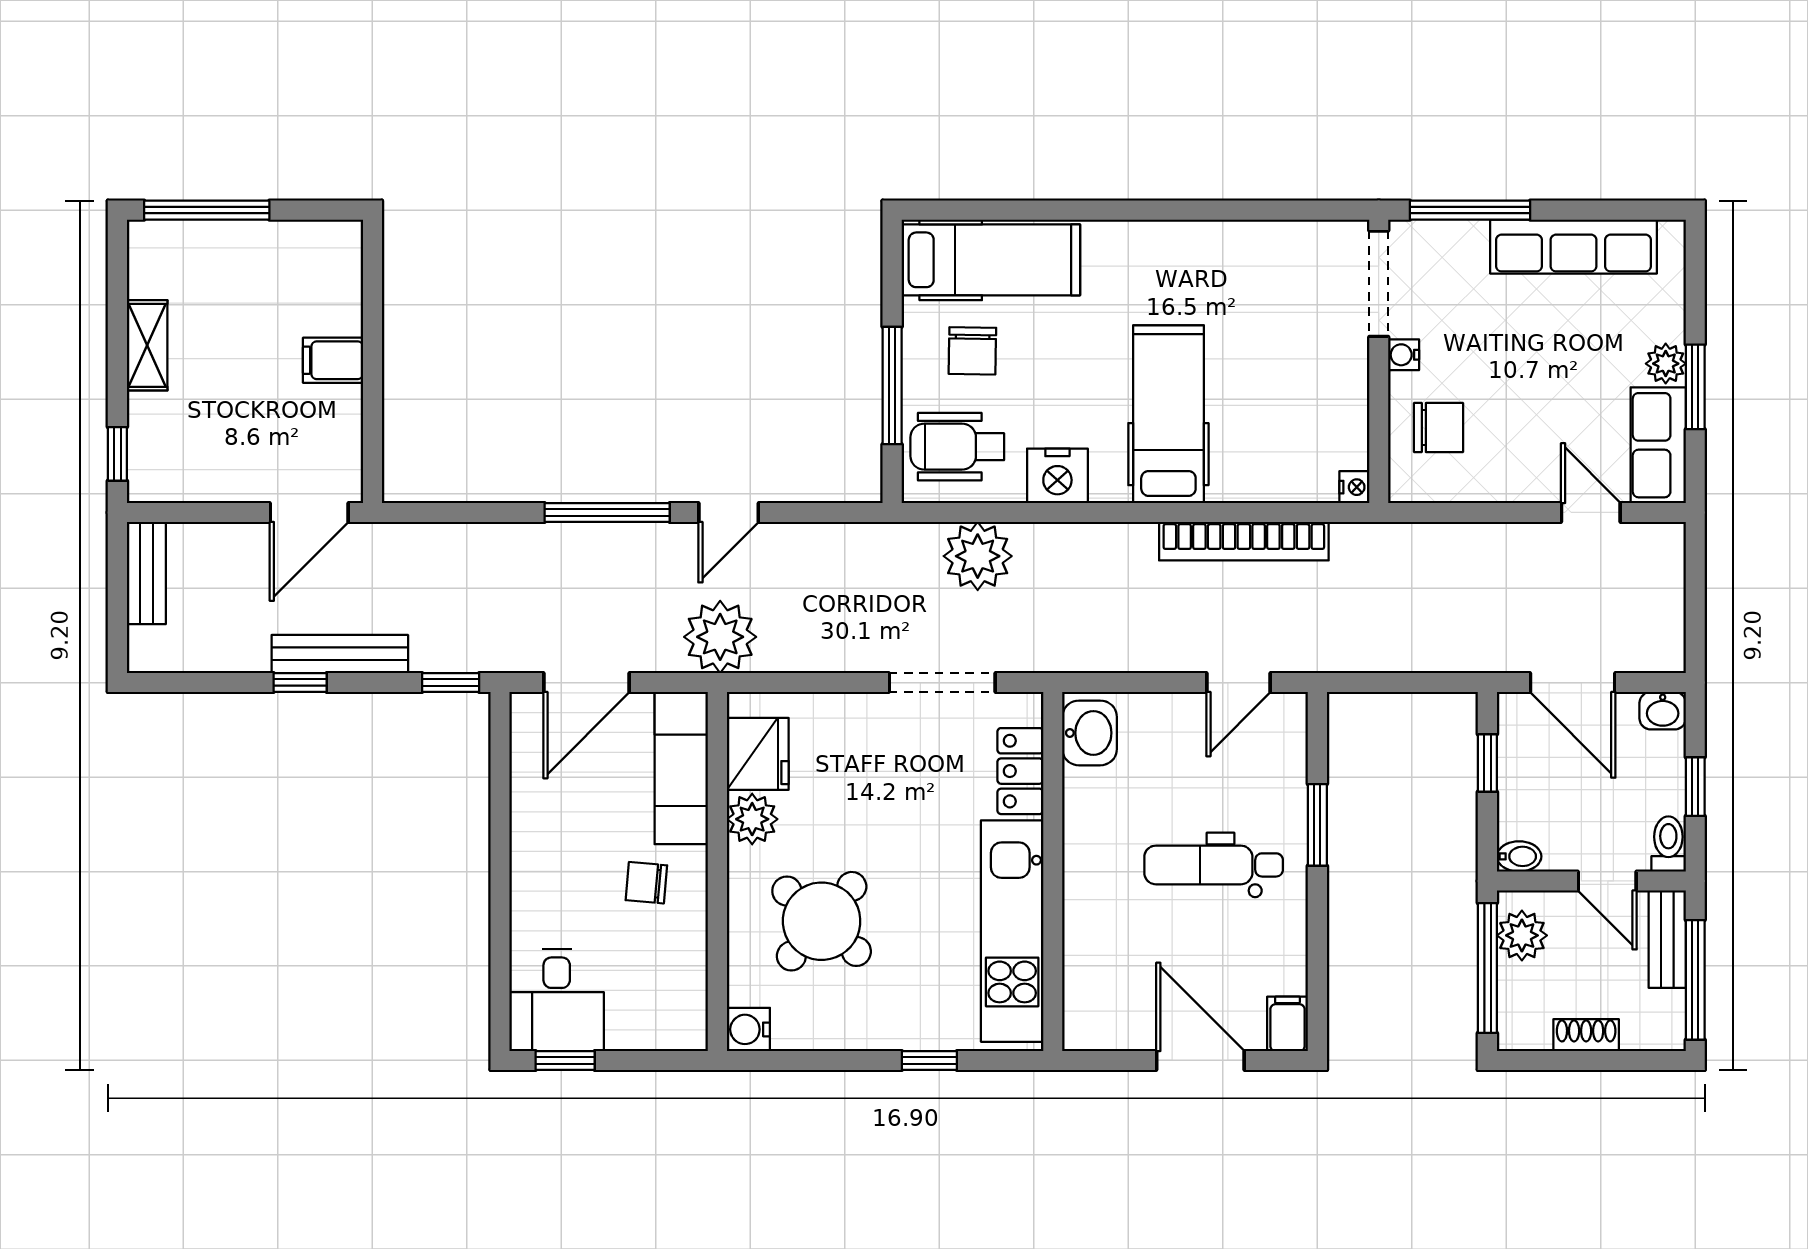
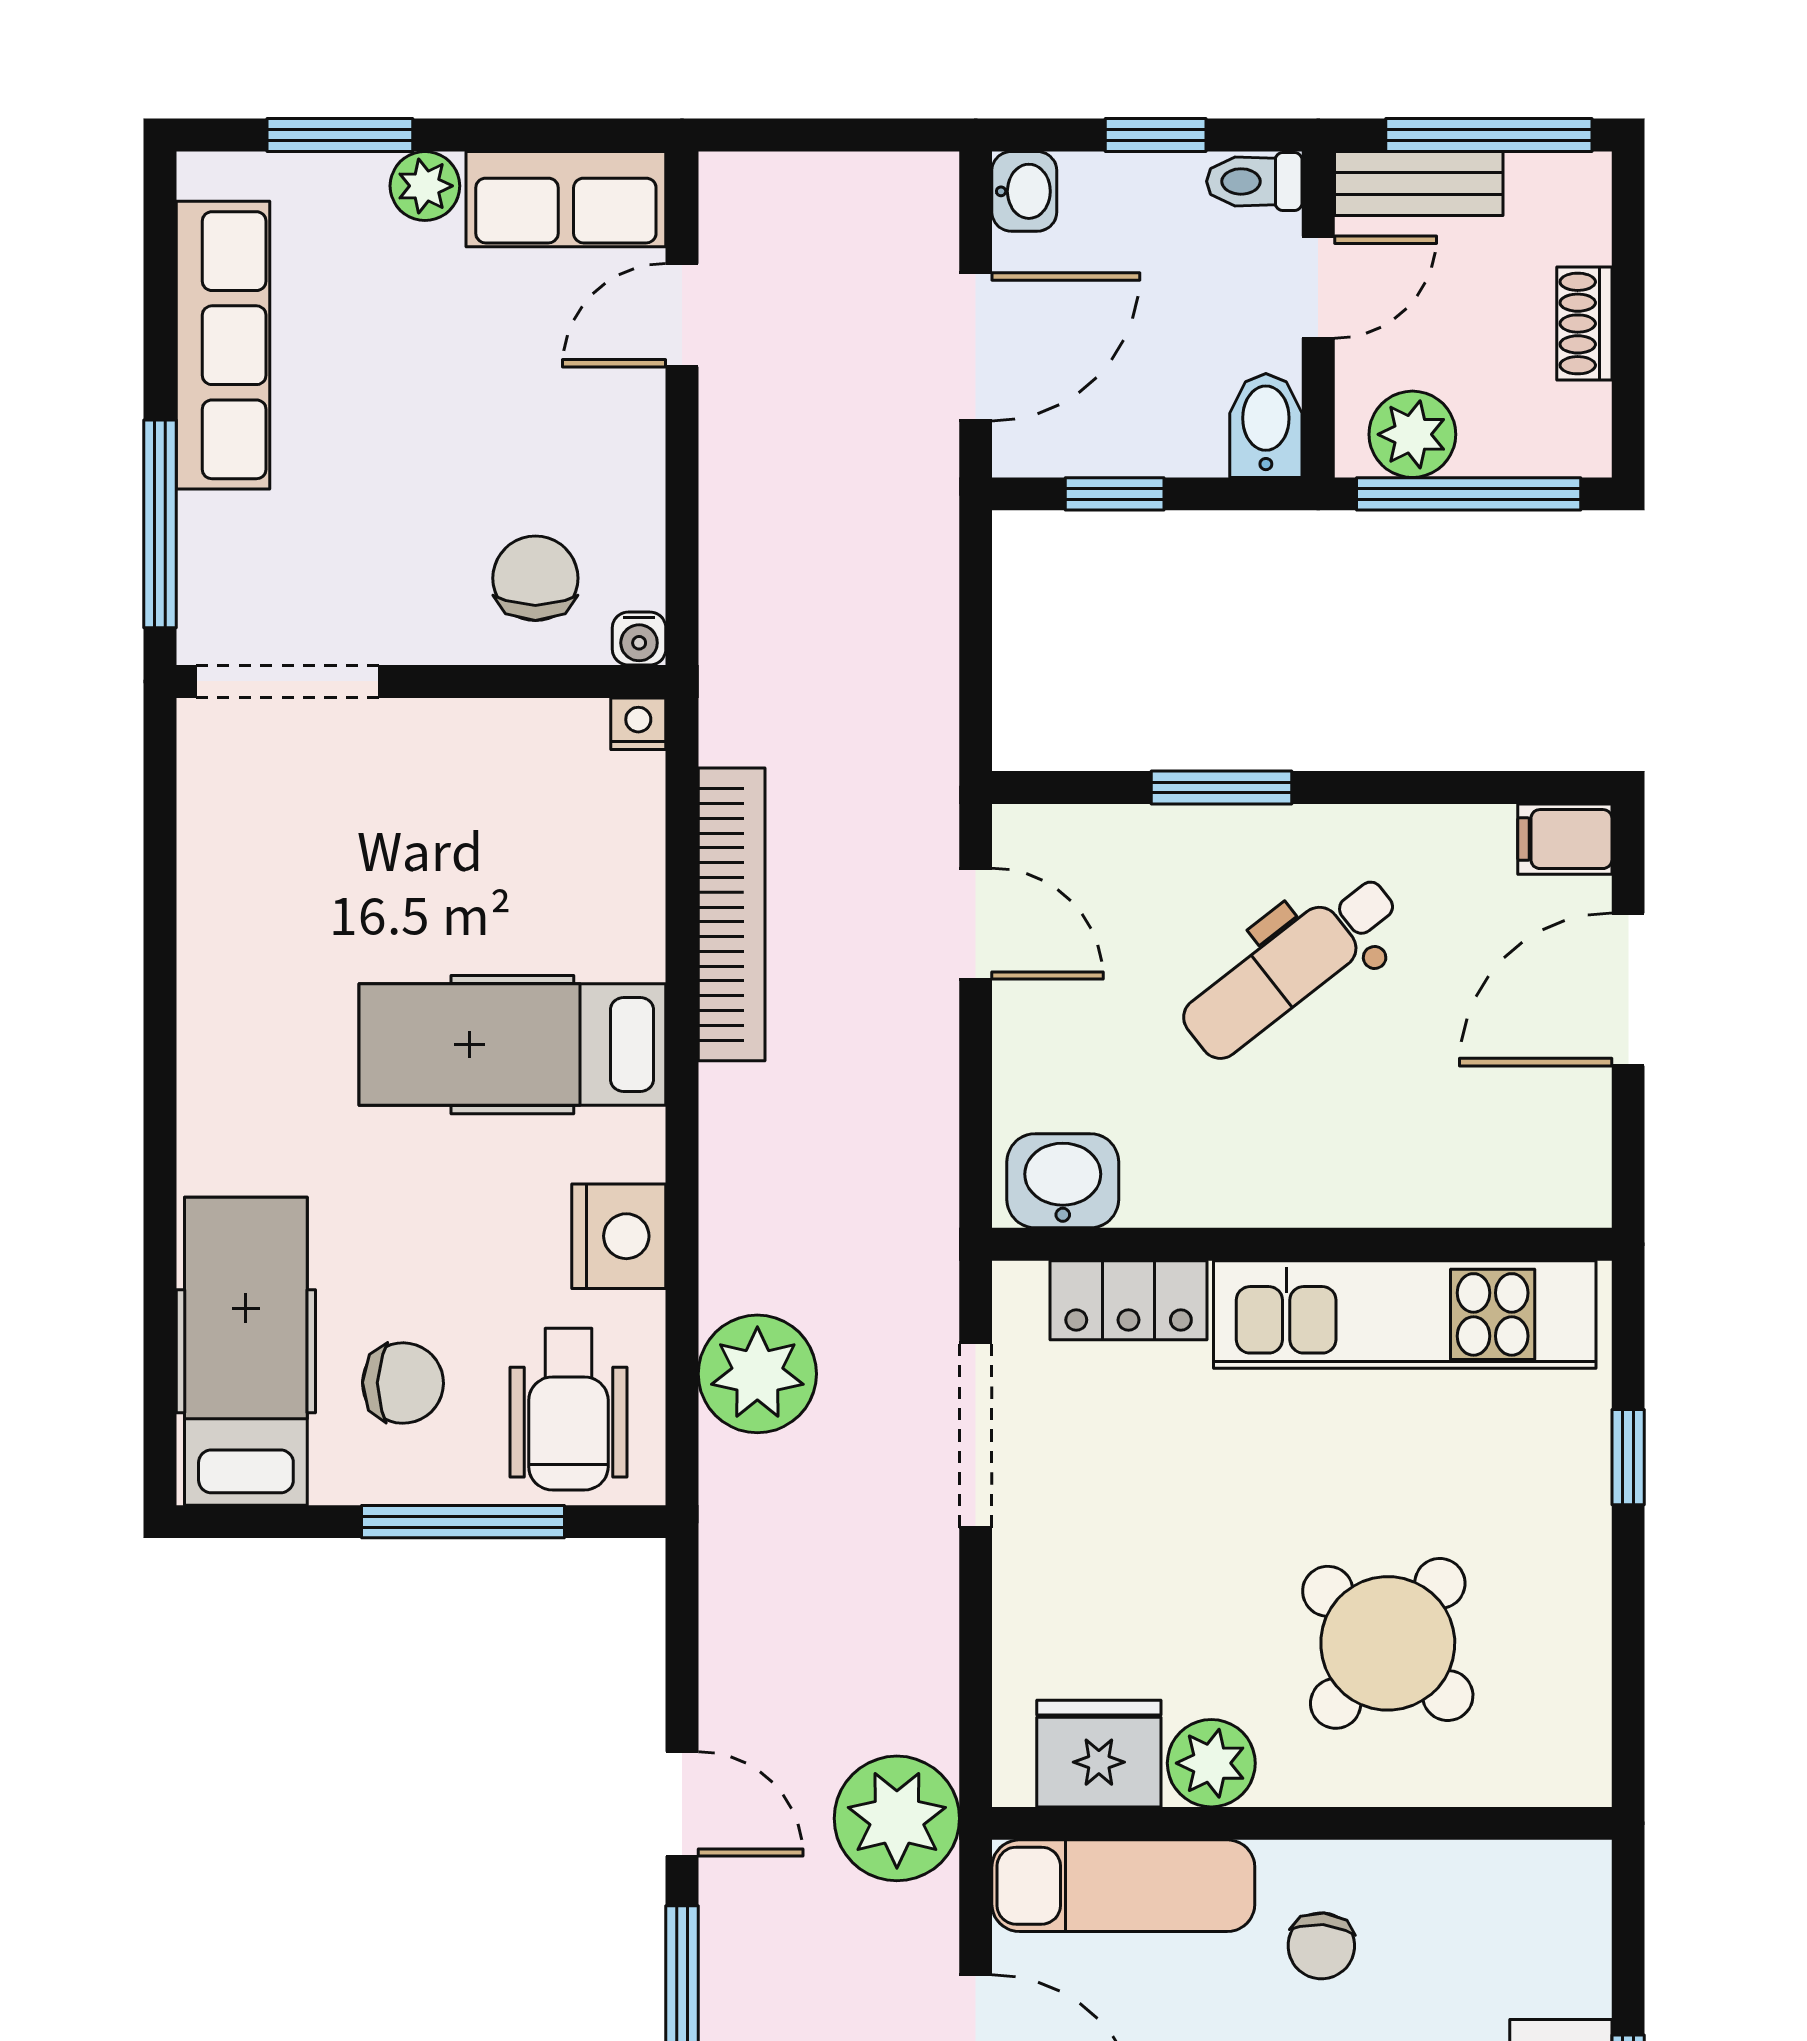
water cooler: (1404, 355) -> (639, 639), moved
window: (1695, 387) -> (340, 135), moved
bidet: (1519, 856) -> (1266, 425), width x1.38, depth x1.36
dental chair: (1214, 865) -> (1291, 967), turned 52
water cooler: (748, 1029) -> (1575, 1770), removed

